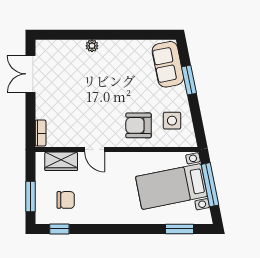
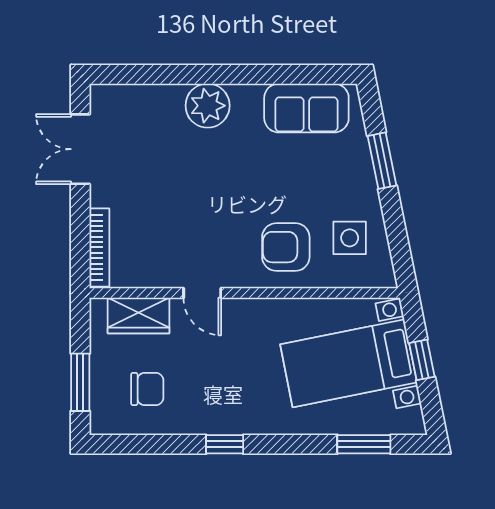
plant: (92, 46) -> (208, 106), width x1.88, depth x1.88
sofa: (168, 64) -> (306, 108), moved, turned -79
bookcase: (41, 133) -> (99, 247), width x1.56
window: (210, 185) -> (422, 360), width x0.46
window: (59, 229) -> (225, 444), moved

